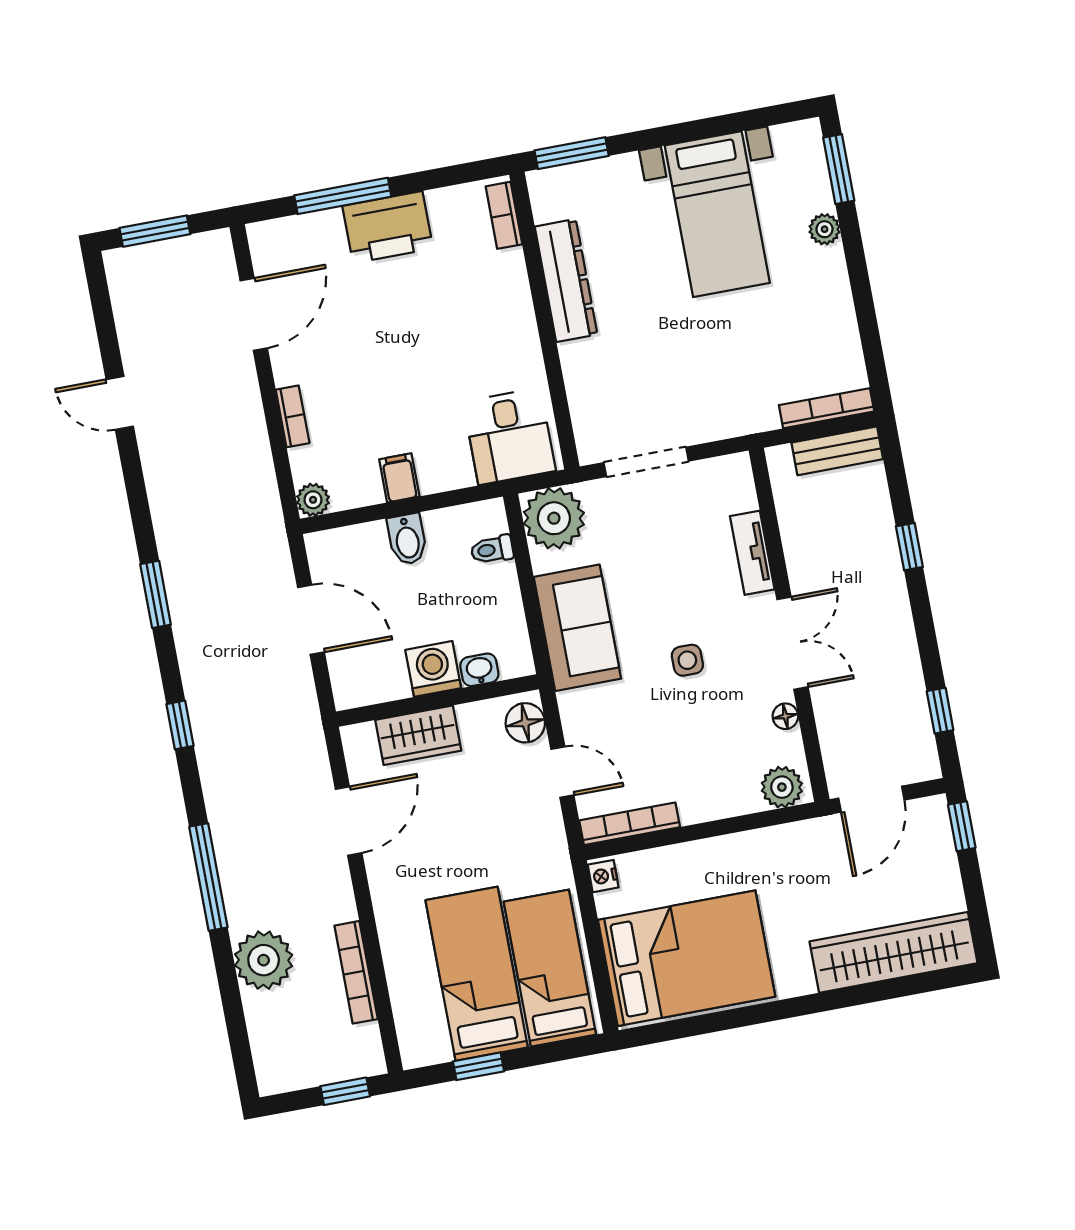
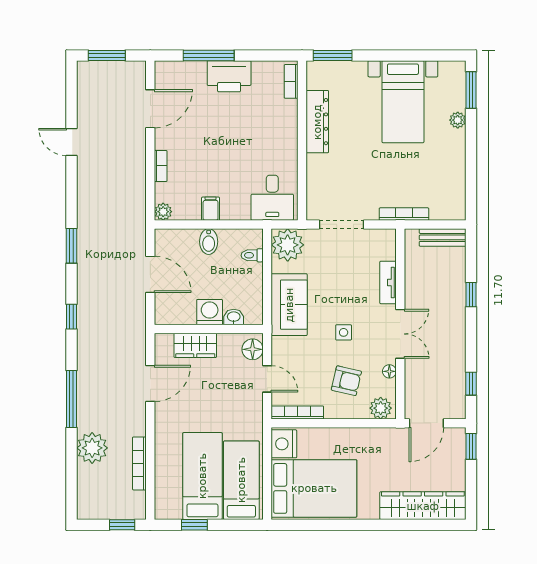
bookcase: (827, 408) -> (404, 214), moved
armchair: (709, 748) -> (346, 381), added
nightstand: (603, 876) -> (284, 444), width x1.89, depth x1.79

